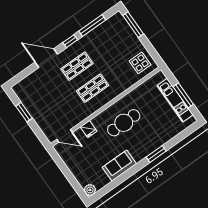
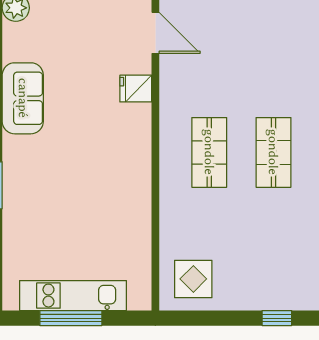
window: (133, 25) -> (277, 318), width x0.46
cafe table: (124, 123) -> (100, 165), removed
door: (65, 136) -> (155, 33), swing flipped

